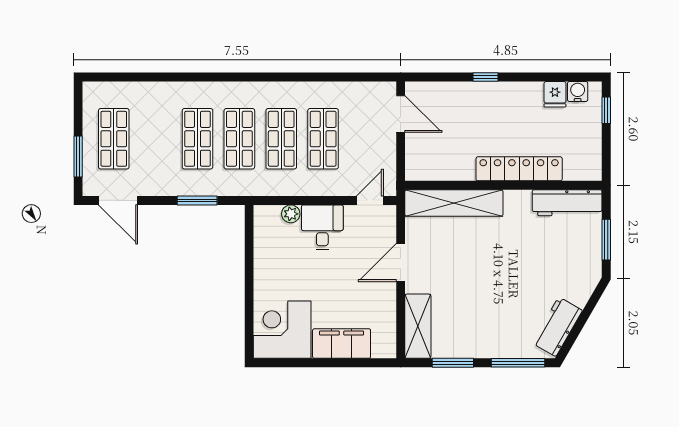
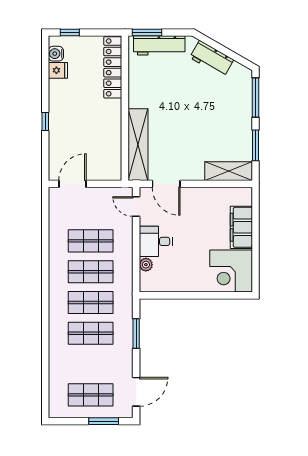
locker: (519, 169) -> (113, 67), moved
workbench: (567, 203) -> (159, 45), moved, turned 90
window: (606, 240) -> (147, 33), moved
door: (401, 262) -> (166, 184), moved
workbench: (557, 327) -> (212, 59), moved

